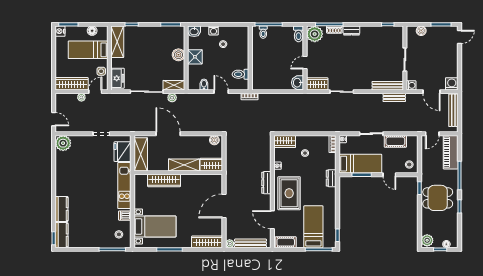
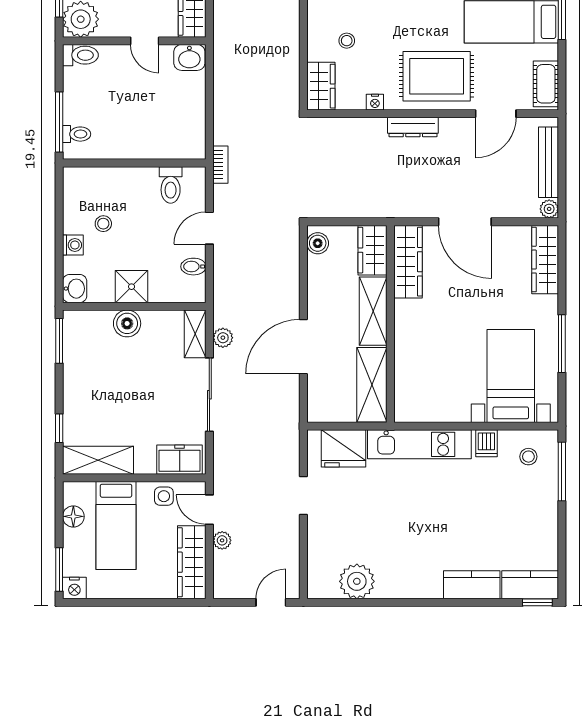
plant: (63, 143) -> (357, 581), moved
shelving: (141, 154) -> (372, 385), moved, turned 90
wardrobe: (164, 180) -> (408, 262), moved

